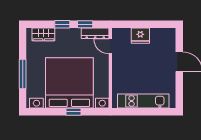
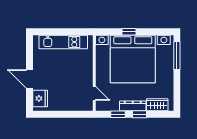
dresser: (95, 33) -> (133, 106), moved
fridge: (140, 36) -> (40, 98), moved, turned 90
window: (23, 74) -> (177, 55), moved

